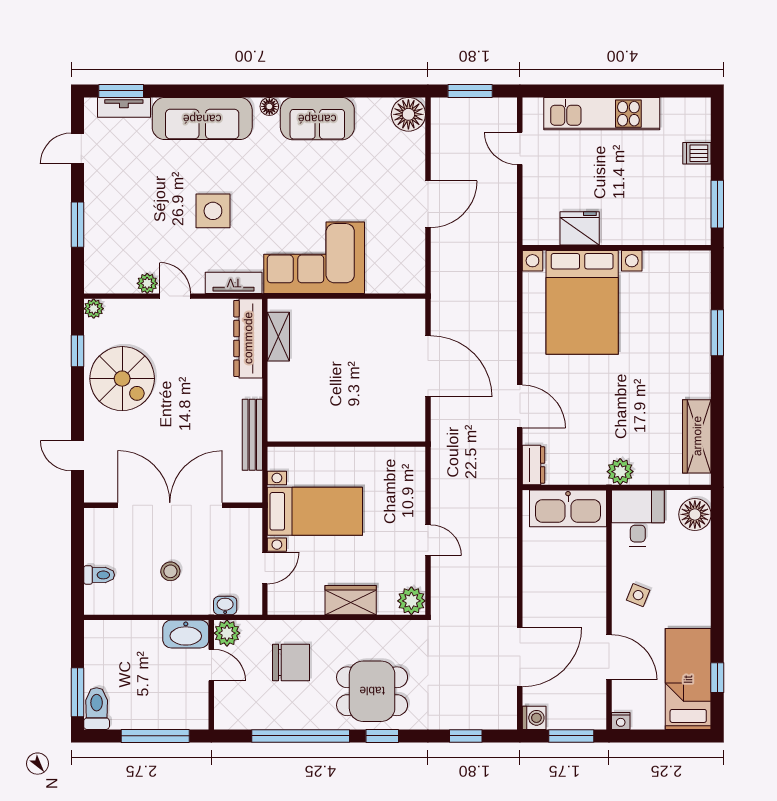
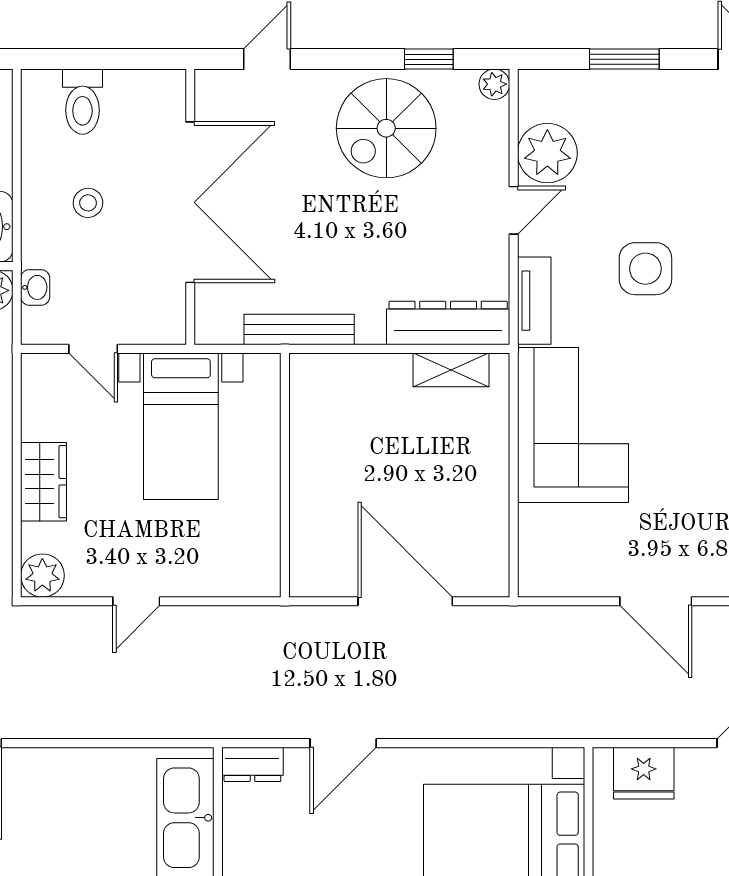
fridge: (580, 228) -> (644, 773), moved, turned 90
plant: (147, 283) -> (547, 153), width x1.88, depth x1.88
door: (428, 366) -> (405, 601), swing flipped
toilet: (99, 575) -> (82, 102), width x1.37, depth x1.39

